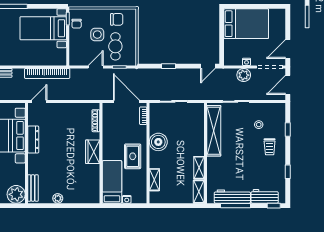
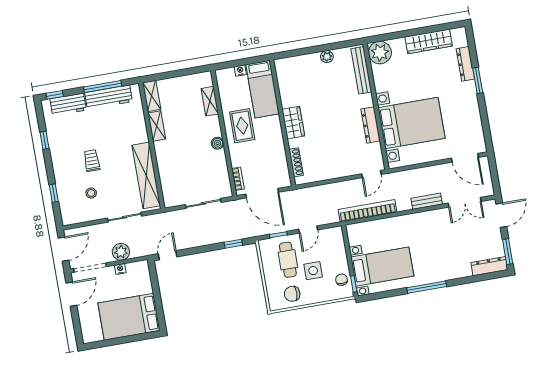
window: (169, 66) -> (233, 244), moved
boiler: (158, 142) -> (217, 143), width x0.54, depth x0.54
trolley: (270, 147) -> (92, 161), moved
bench: (33, 188) -> (361, 70), width x1.36

